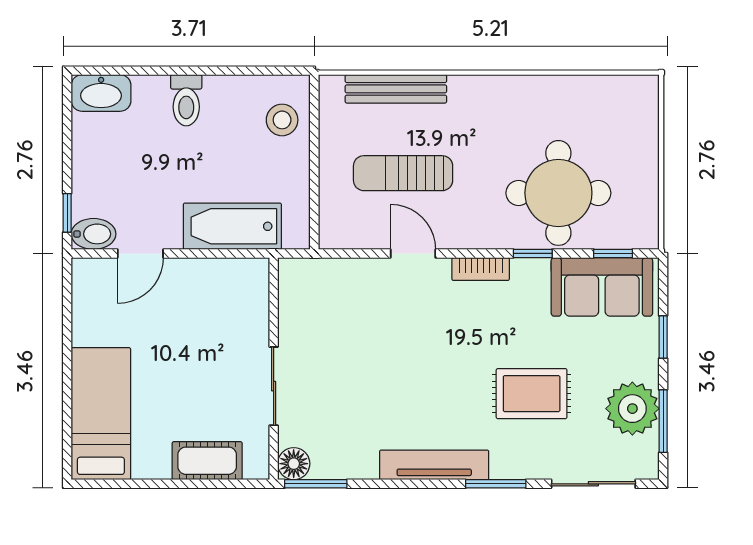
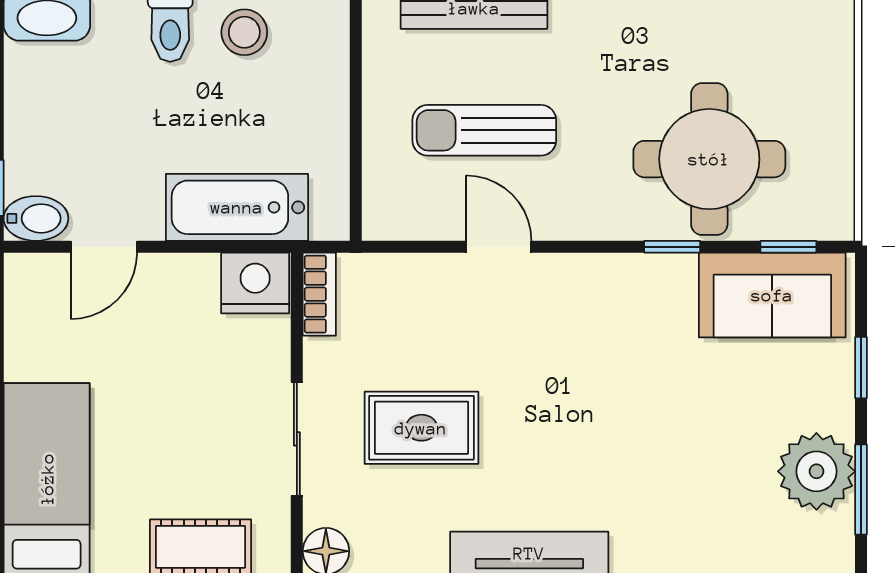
stool: (282, 120) -> (244, 32), moved
bookcase: (481, 269) -> (319, 294), moved, turned -90
nightstand: (245, 279) -> (255, 283), added
rug: (532, 394) -> (421, 428), moved

